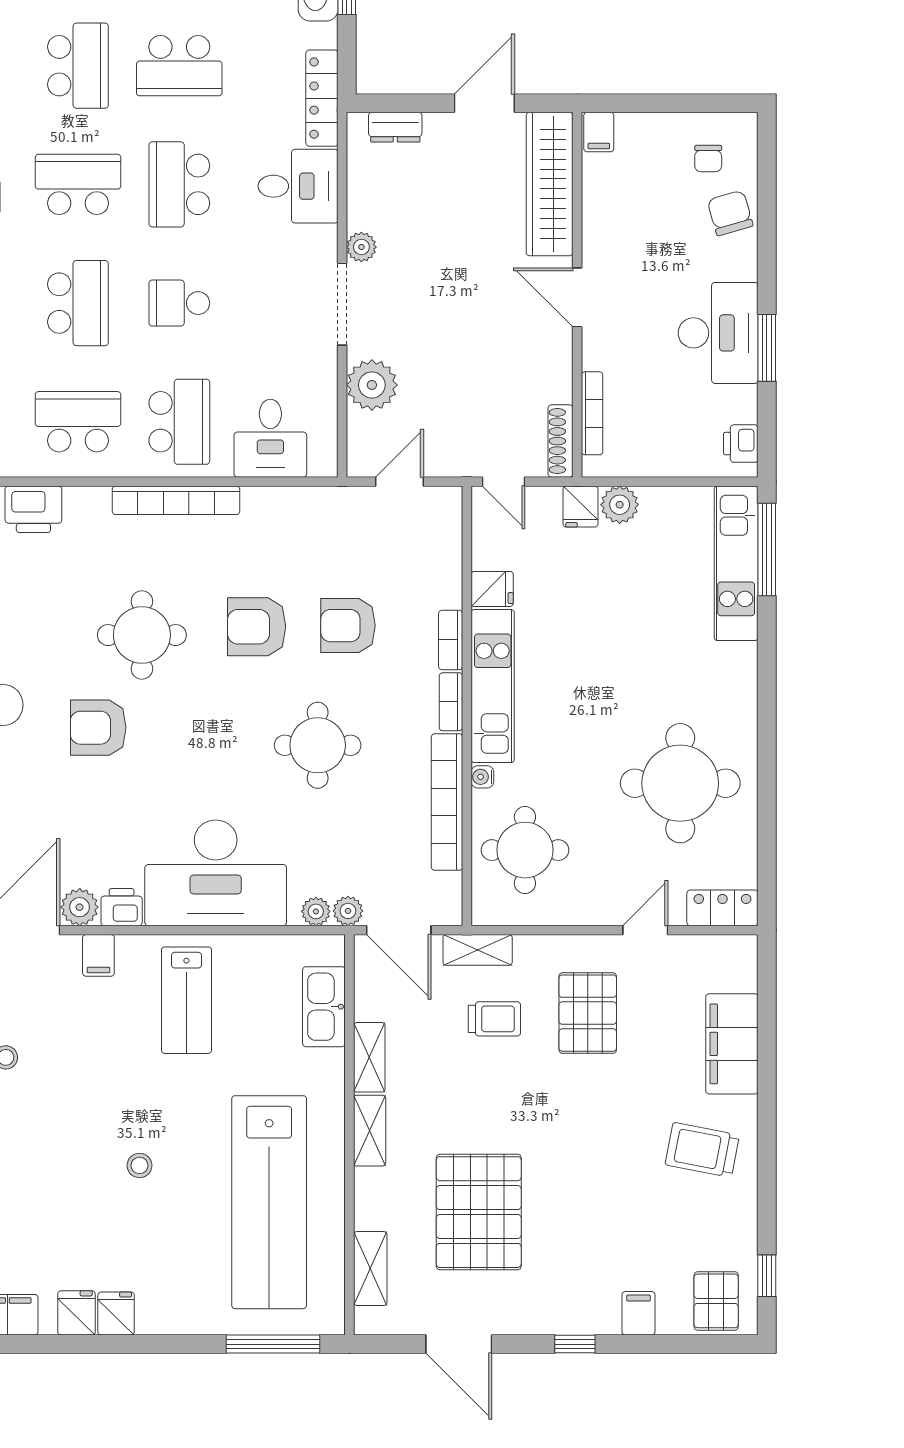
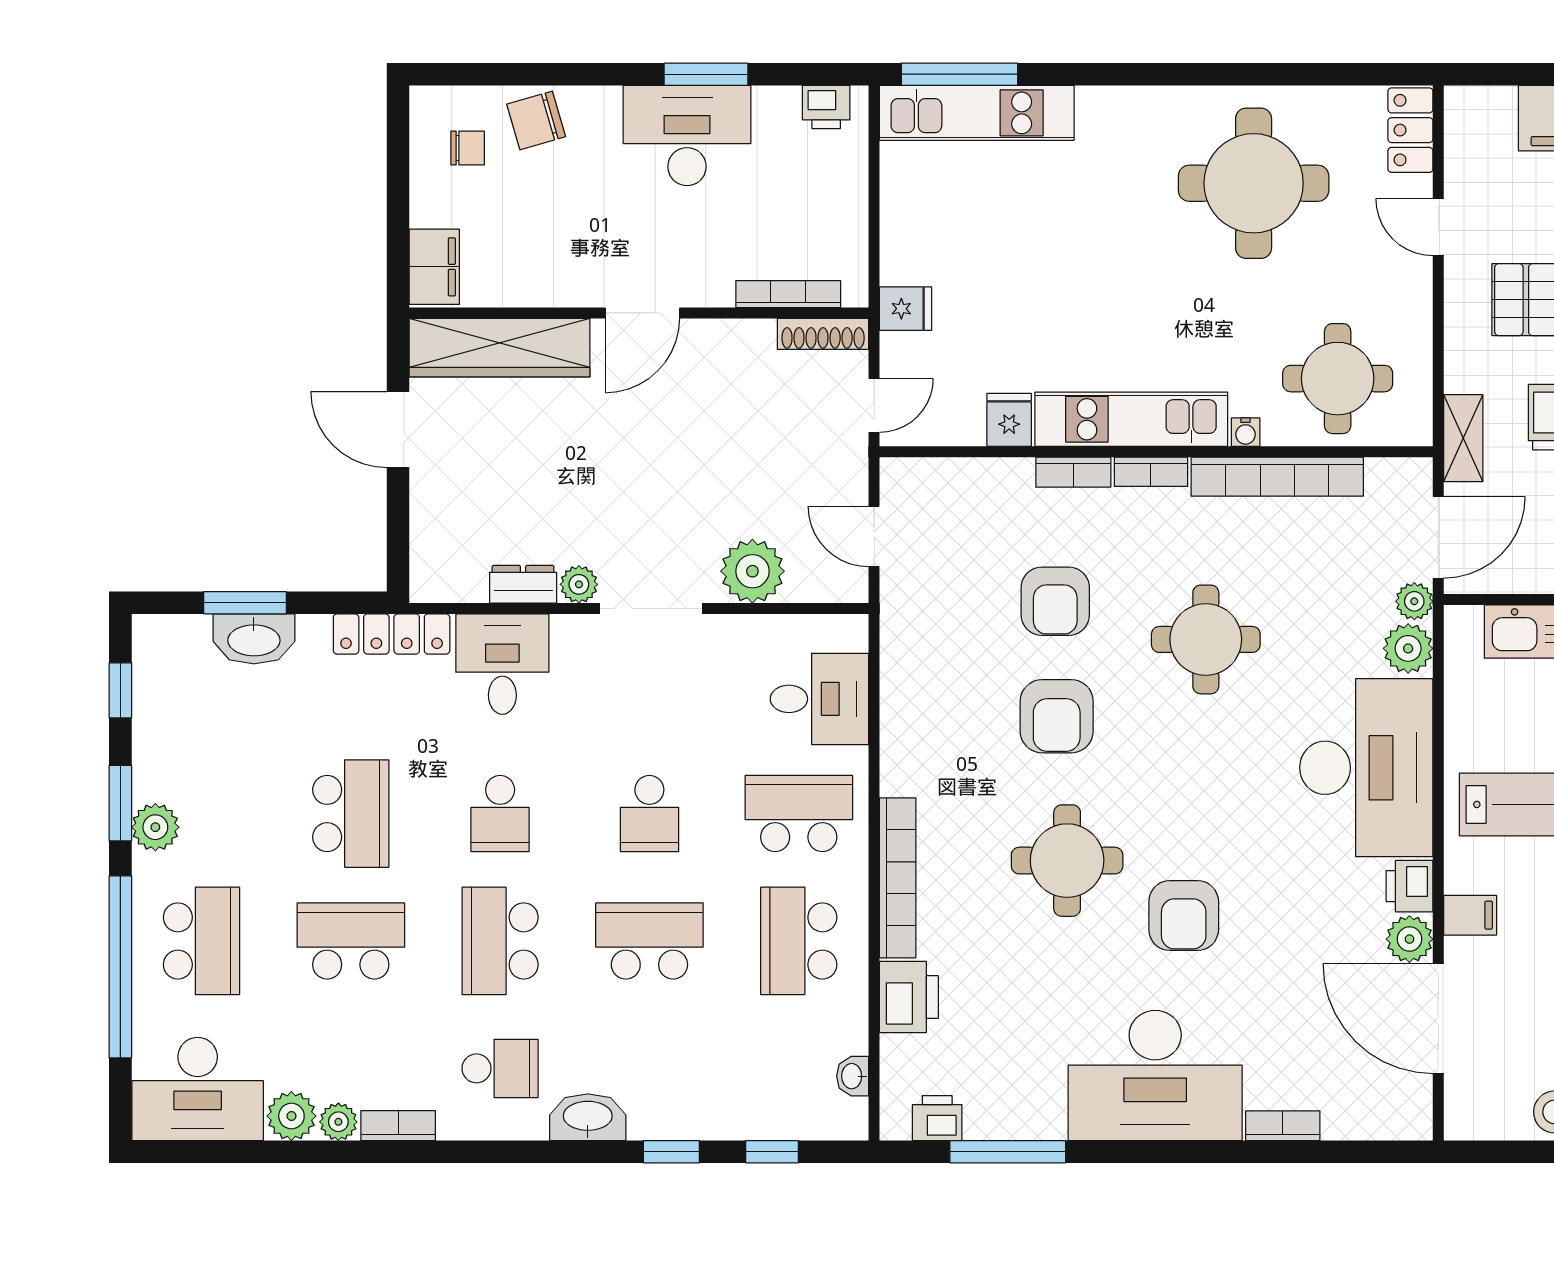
dresser: (395, 127) -> (523, 584), moved, turned -90
filing cabinet: (599, 132) -> (434, 267), width x2.00
school desk: (179, 184) -> (500, 814), width x0.54
bookcase: (176, 500) -> (898, 878), moved
plant: (620, 505) -> (903, 259), removed
plant: (316, 911) -> (1408, 648), width x1.38, depth x1.38

